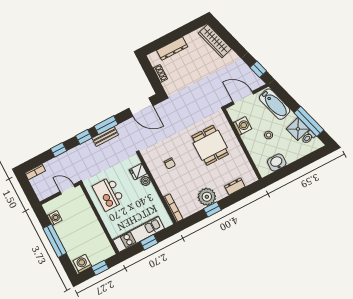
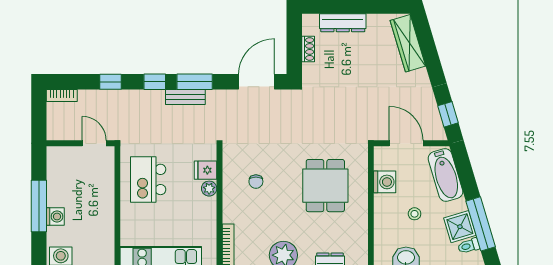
door: (141, 107) -> (257, 82), swing flipped
washing machine: (55, 218) -> (55, 217), moved

